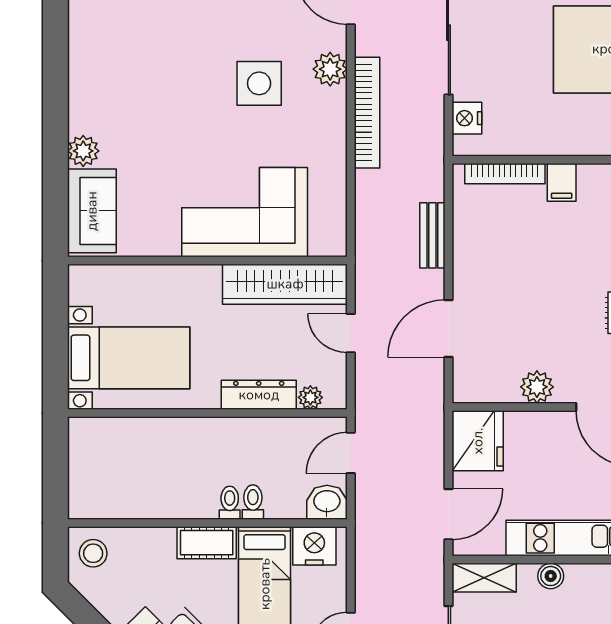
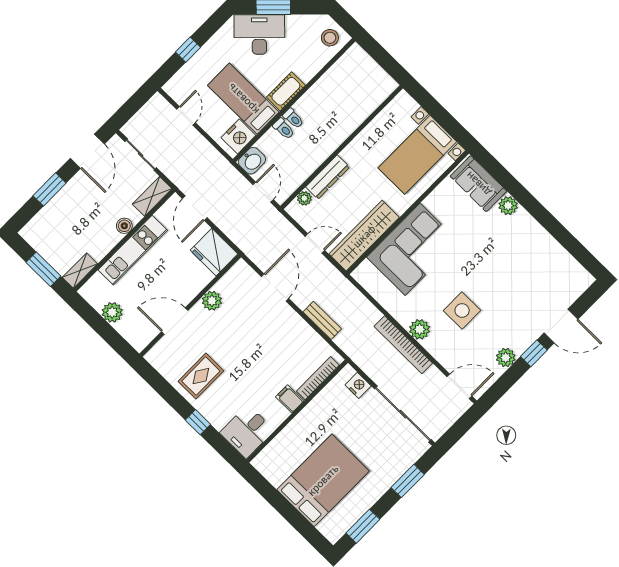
plant: (330, 69) -> (420, 329), moved
bed with nightstands: (129, 358) -> (417, 155), moved

